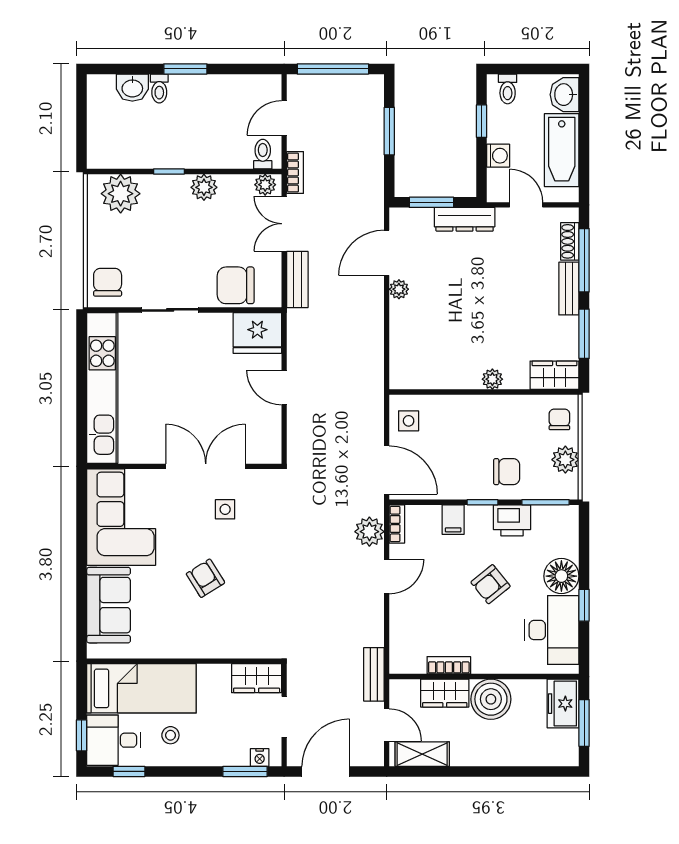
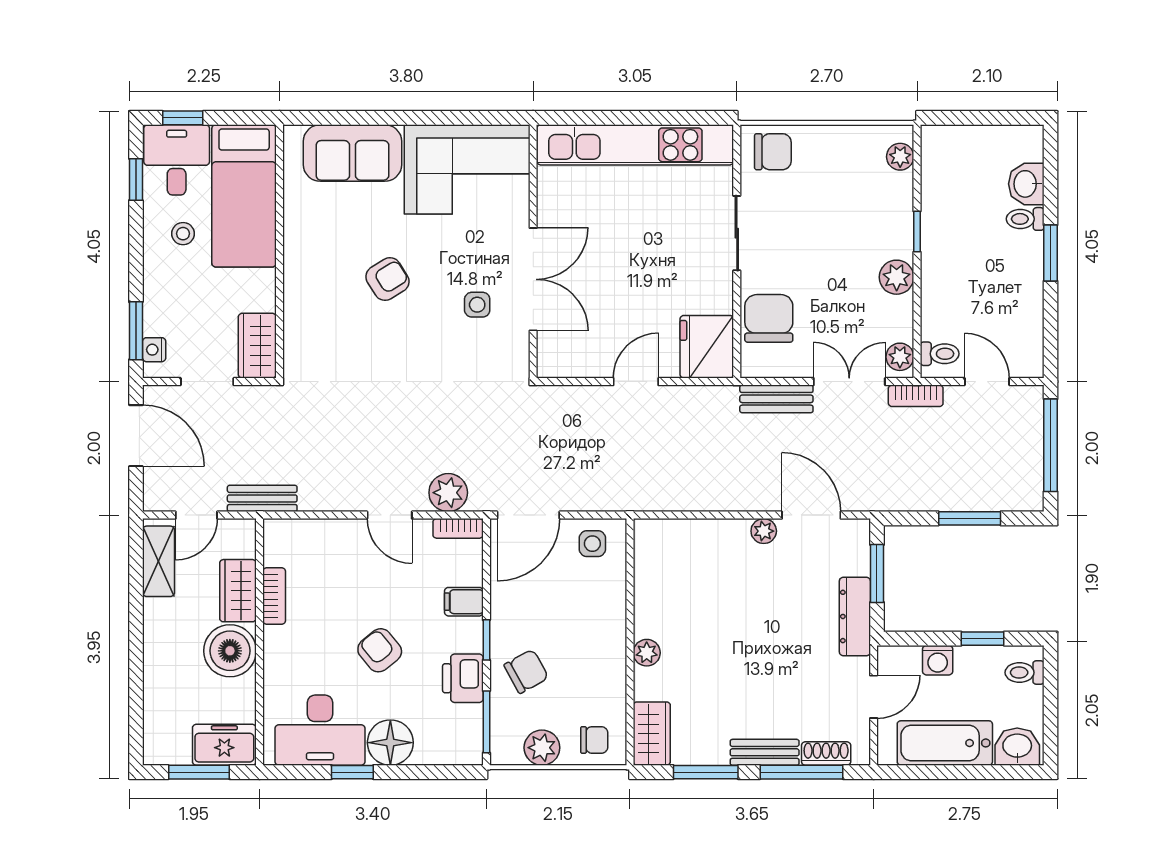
plant: (121, 194) -> (900, 157), width x0.53, depth x0.53
chair: (507, 472) -> (526, 671), turned -119

